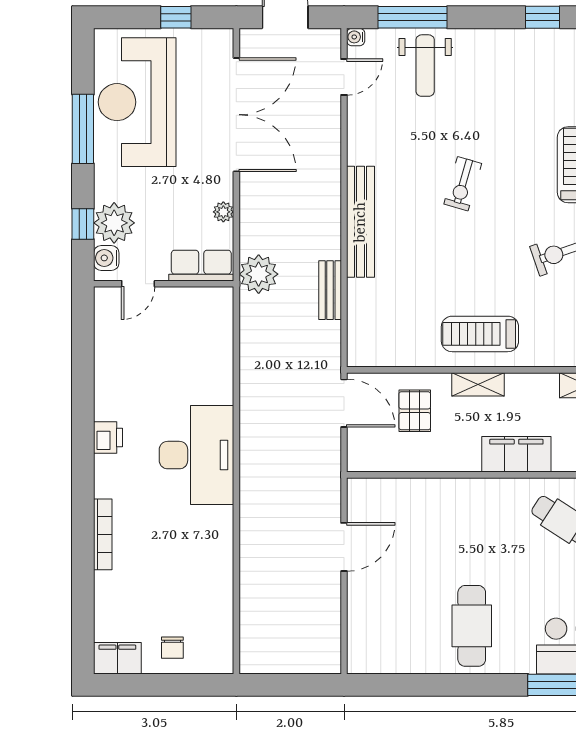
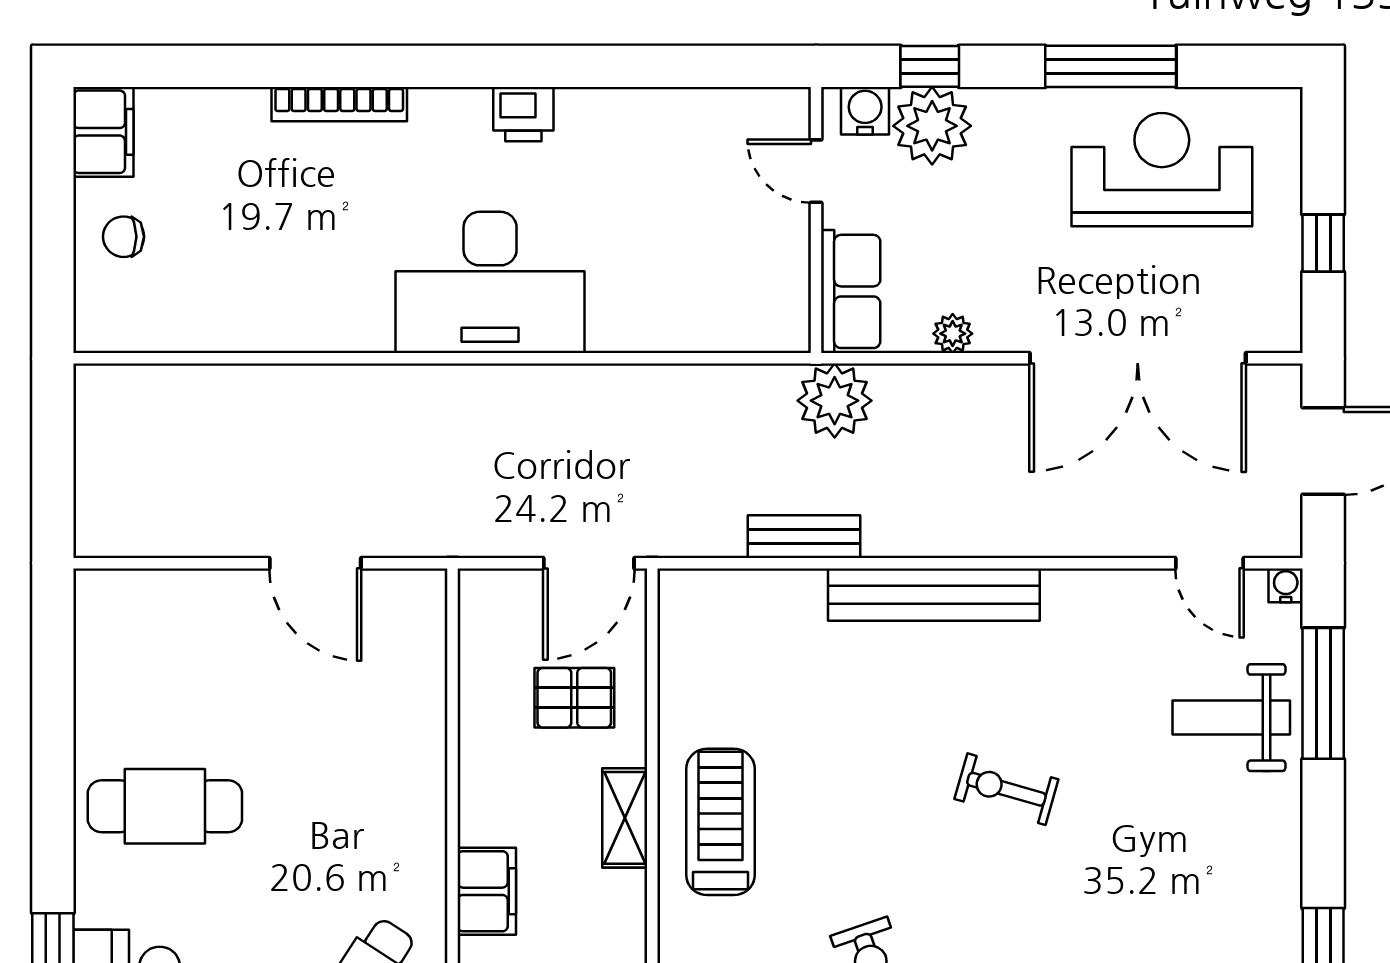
reception desk: (137, 102) -> (1162, 170), width x0.74, depth x0.77
filing cabinet: (516, 454) -> (487, 891), width x0.67, depth x0.86

